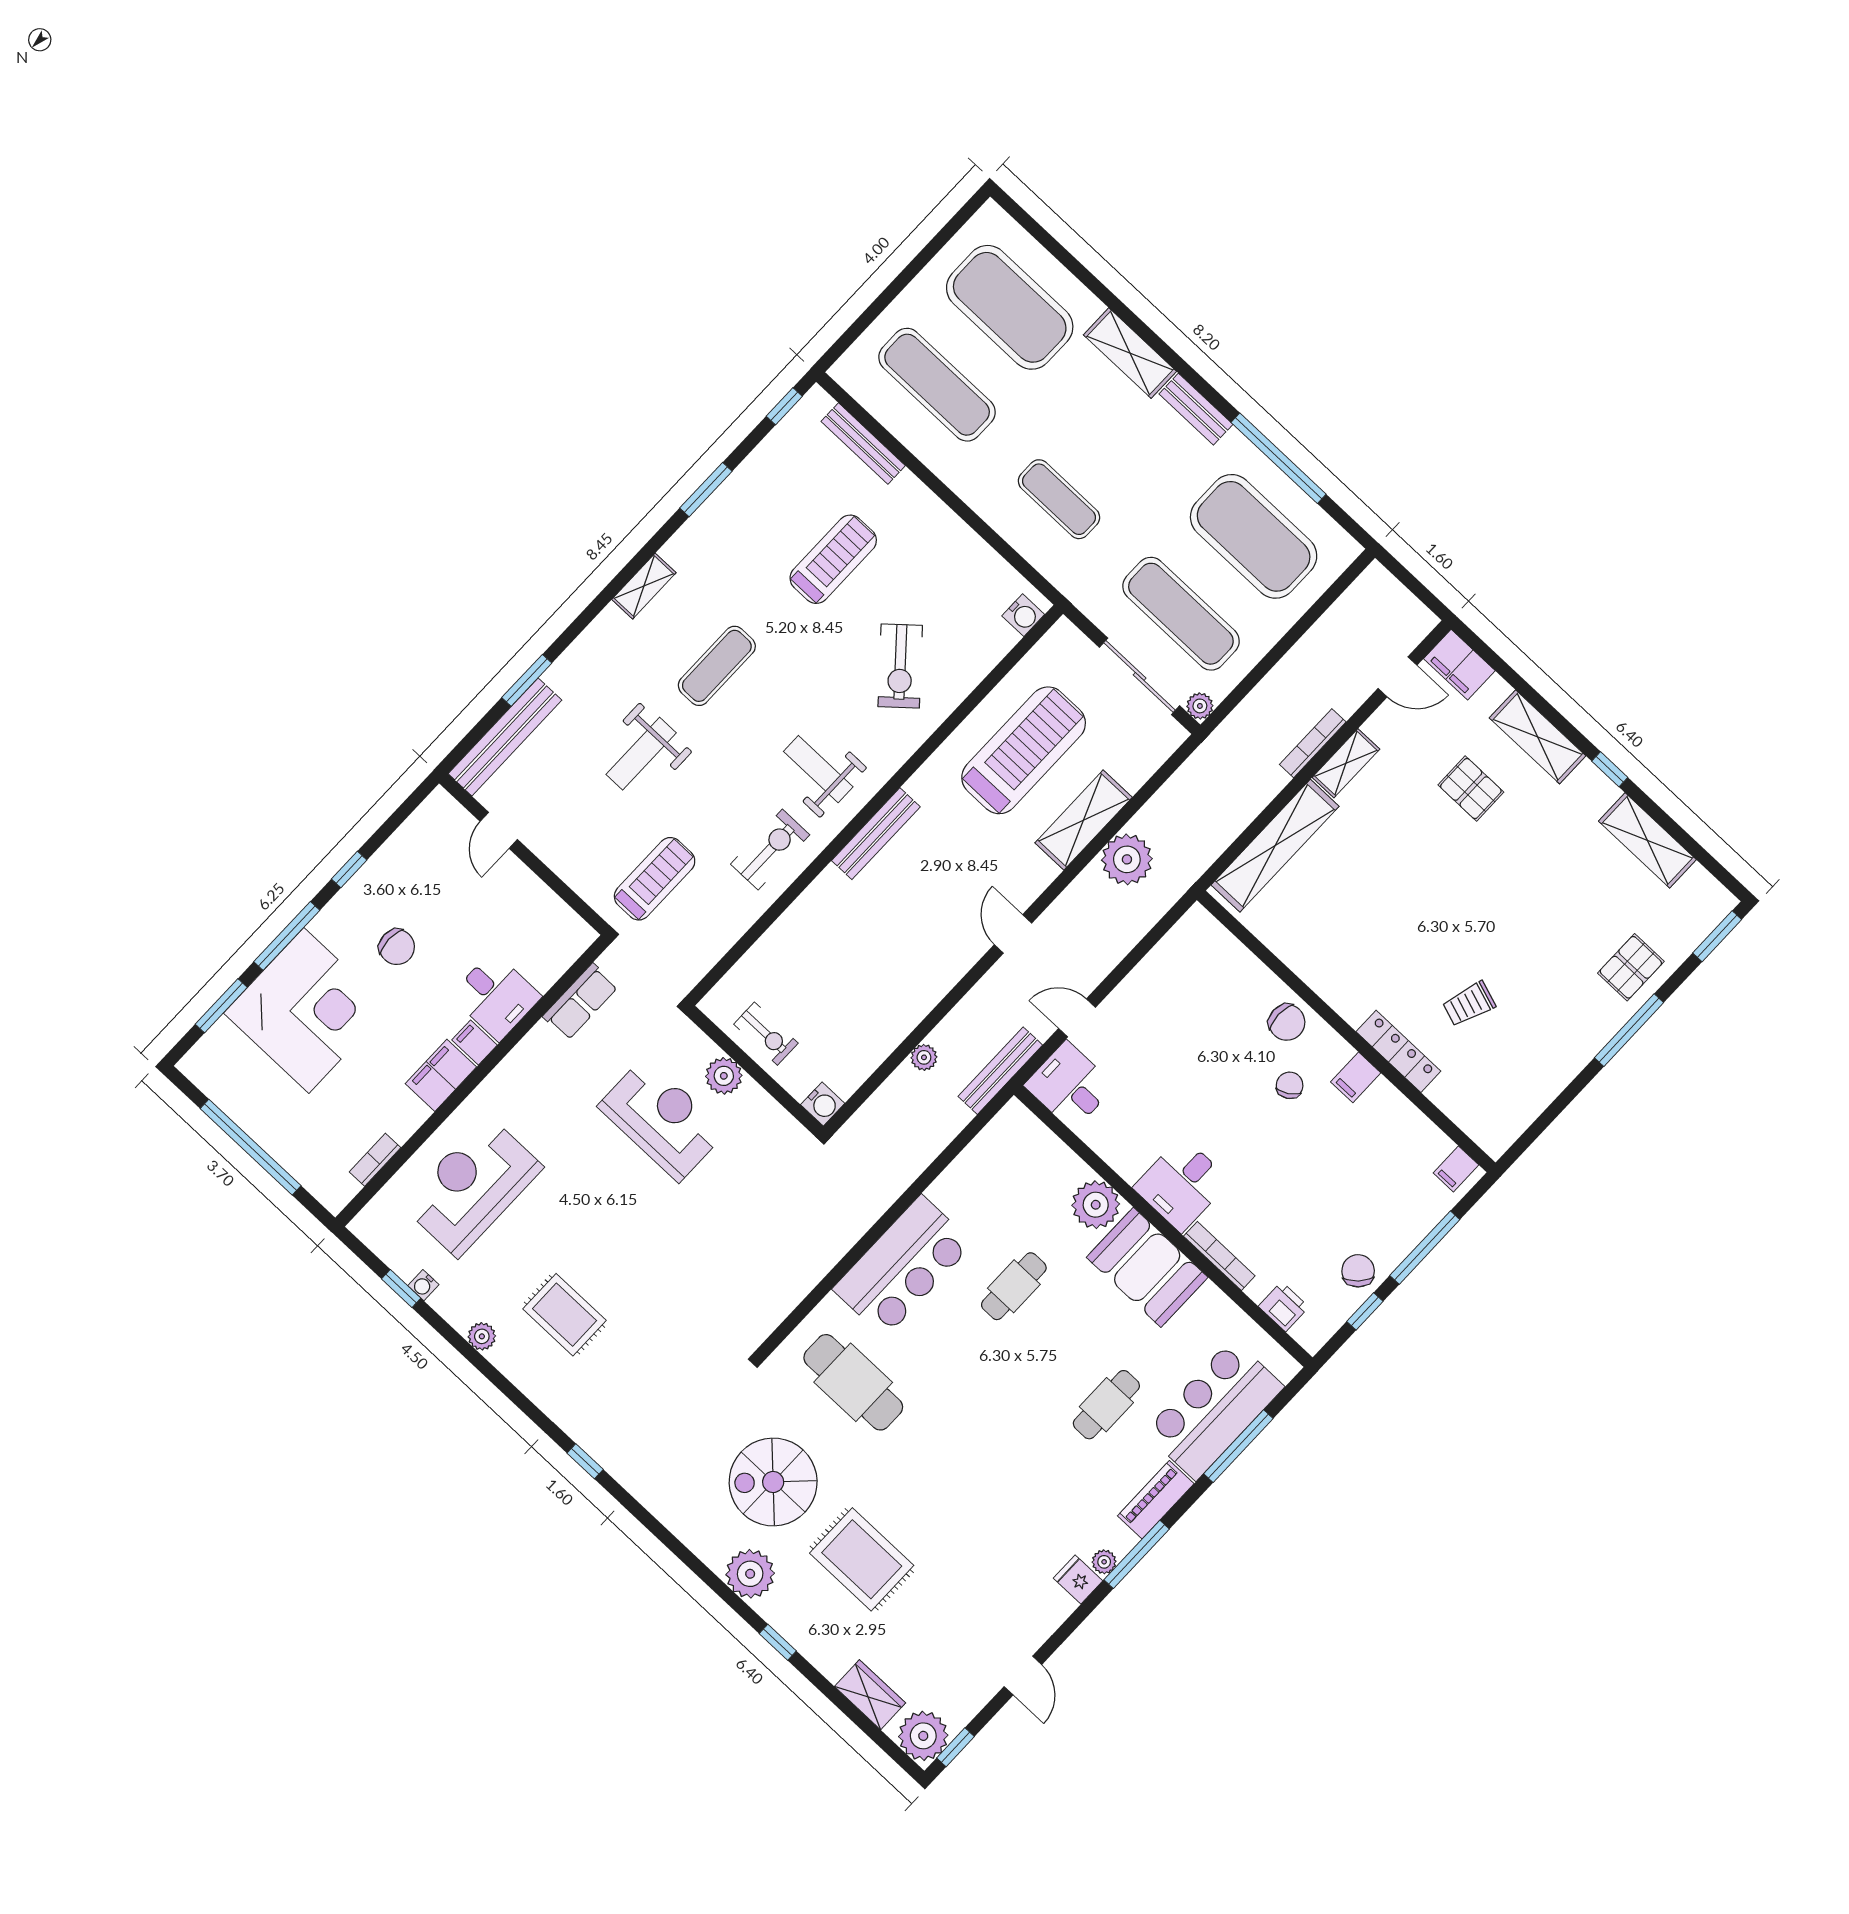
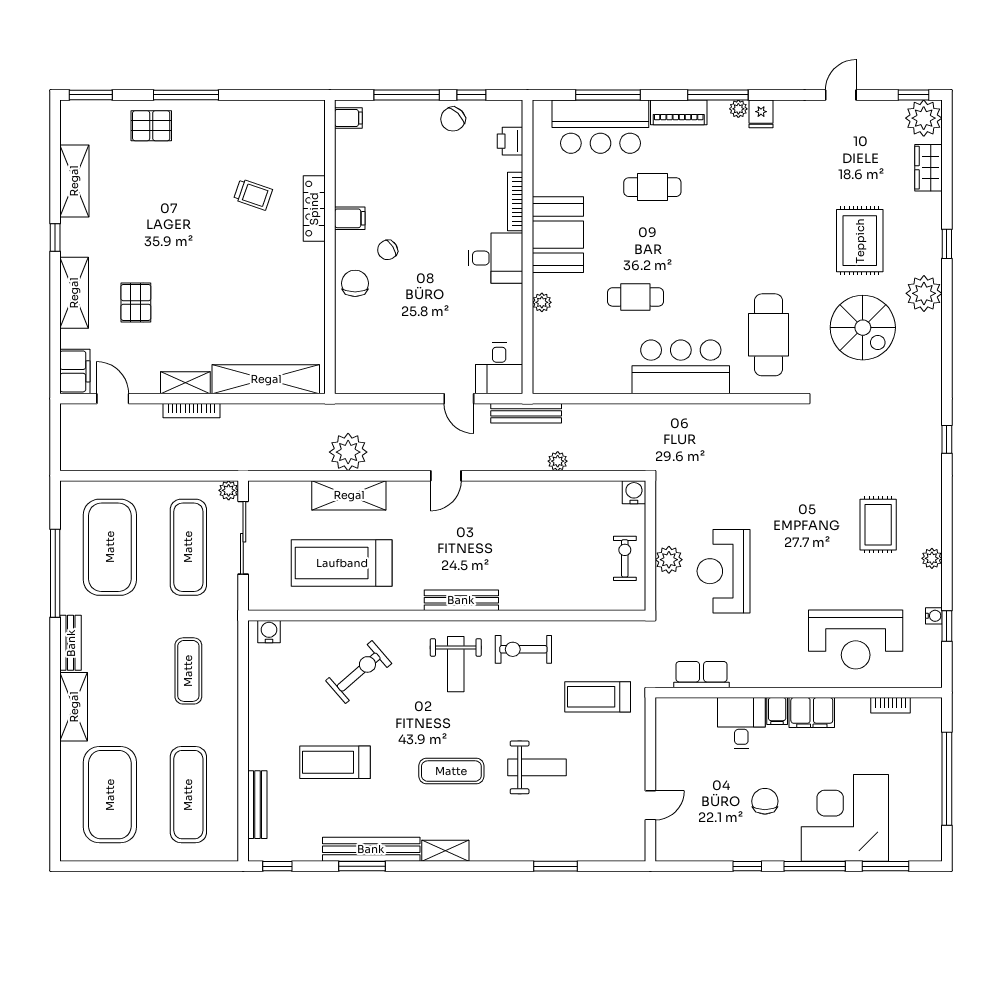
bench: (505, 737) -> (371, 849), moved
plant: (1096, 1205) -> (542, 302), width x0.53, depth x0.53

